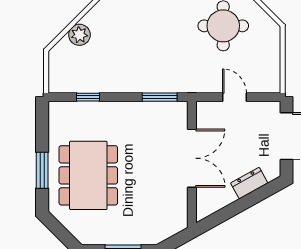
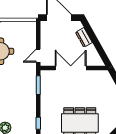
door: (235, 97) -> (38, 56), moved

